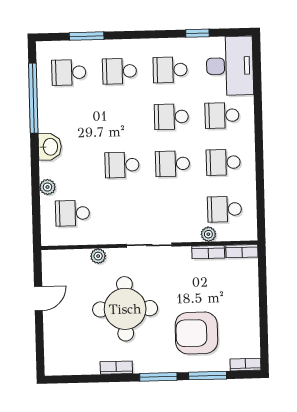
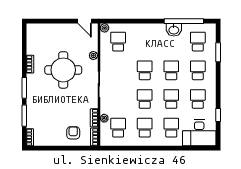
school desk: (121, 118) -> (171, 70), added
washbasin: (50, 147) -> (174, 30), moved
plant: (47, 187) -> (105, 28), moved
door: (38, 299) -> (85, 21), moved
armchair: (196, 333) -> (73, 133), moved, width x0.53, depth x0.53

